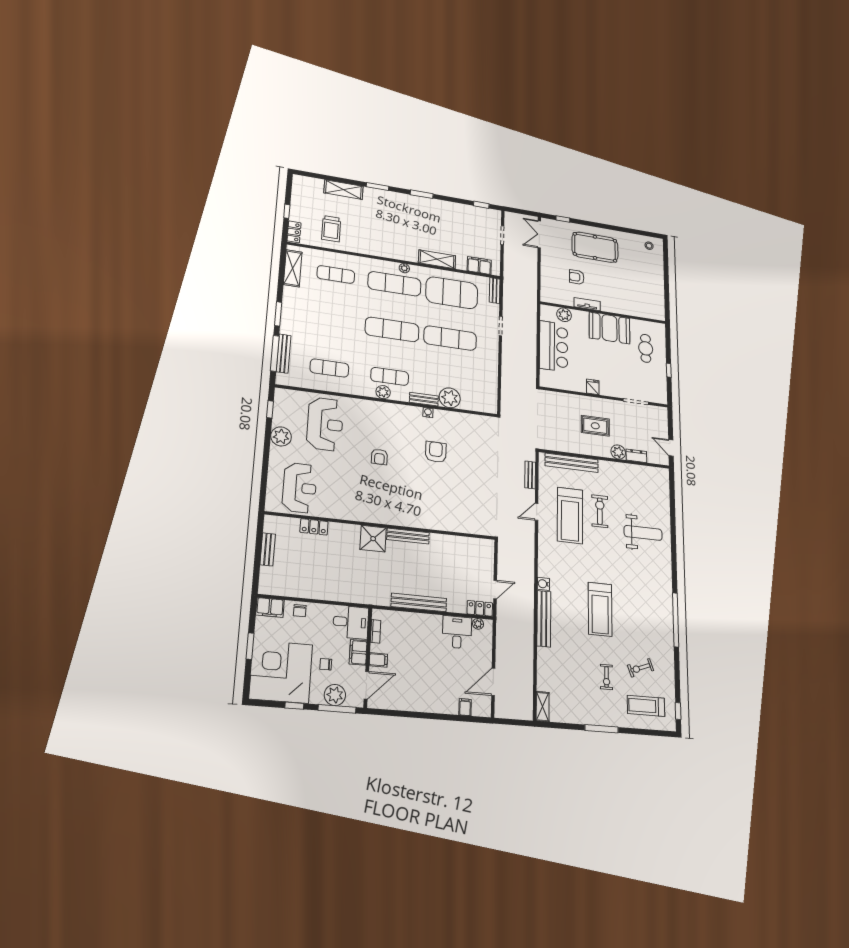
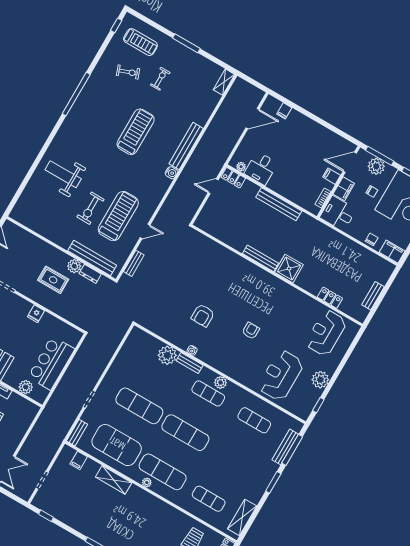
filing cabinet: (479, 266) -> (79, 460), width x0.50
plant: (618, 452) -> (74, 266), moved
dresser: (636, 456) -> (90, 274), moved

